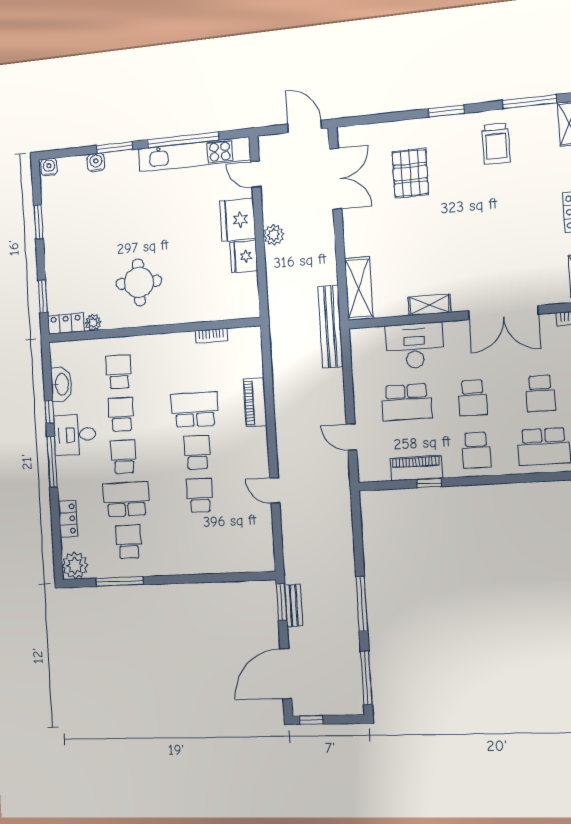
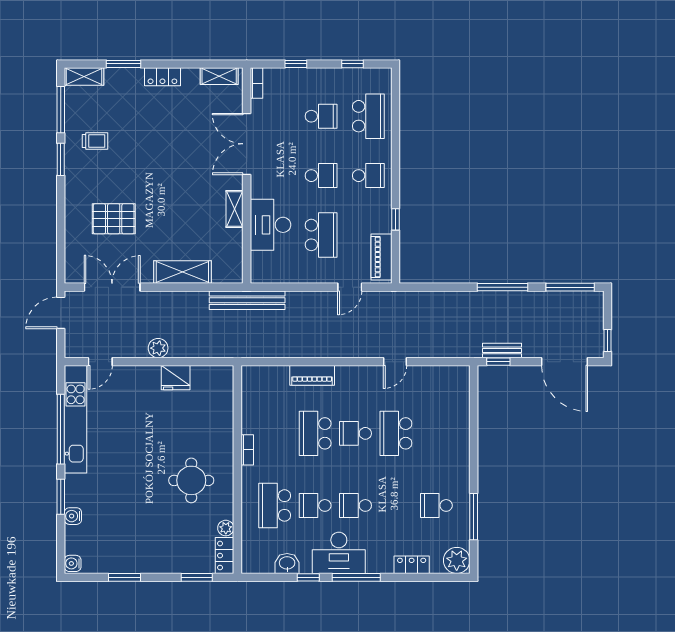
window: (446, 111) -> (61, 159), moved
trolley: (496, 144) -> (95, 141), width x0.73, depth x0.72
fridge: (238, 220) -> (141, 381), removed
shelving: (359, 288) -> (182, 272), moved
double door: (503, 312) -> (247, 144), swing flipped
bookcase: (211, 336) -> (247, 450), moved
school desk: (119, 372) -> (275, 505), width x1.85
washbasin: (61, 384) -> (287, 563), width x0.72
desk: (75, 435) -> (339, 553), width x1.37
piano: (416, 468) -> (381, 257), moved
school desk: (200, 495) -> (396, 433), width x1.85
school desk: (126, 499) -> (396, 505), removed
window: (282, 602) -> (498, 362), width x0.67

